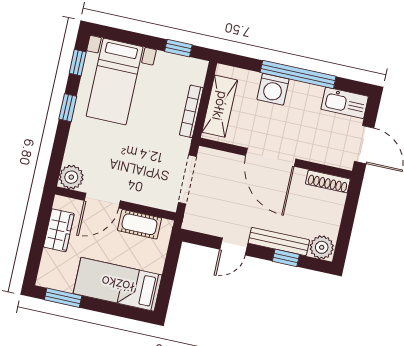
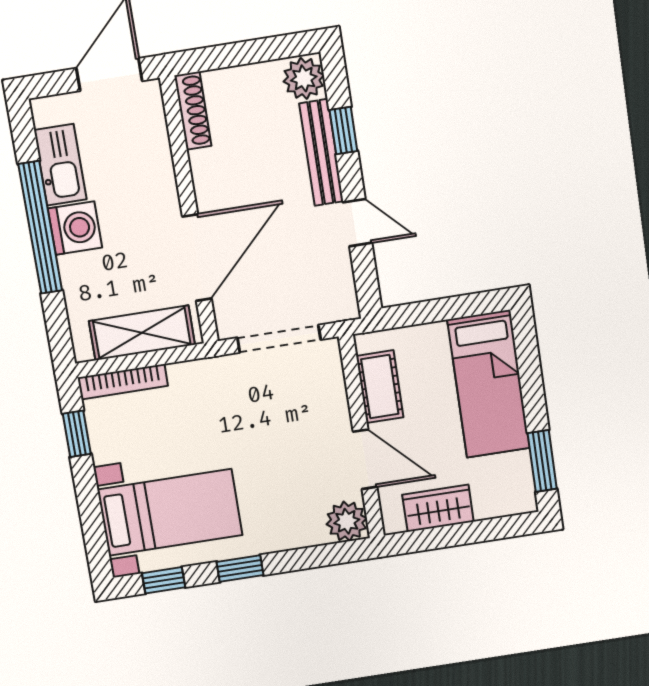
washing machine: (273, 89) -> (75, 228), moved
kitchen sink: (345, 103) -> (60, 165), moved
bookcase: (191, 111) -> (123, 382), moved
door: (271, 157) -> (197, 258), moved

